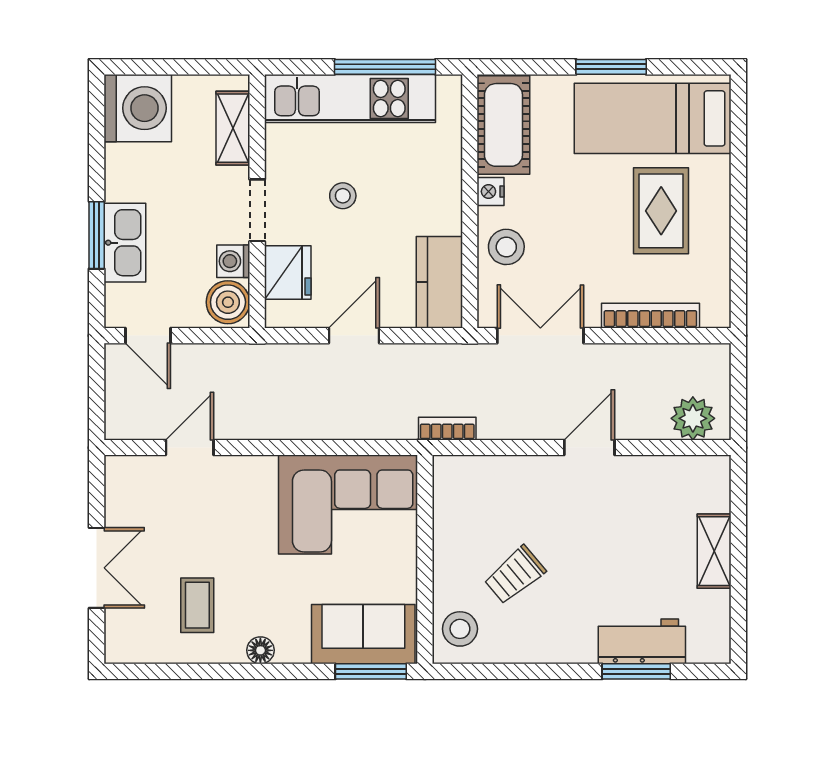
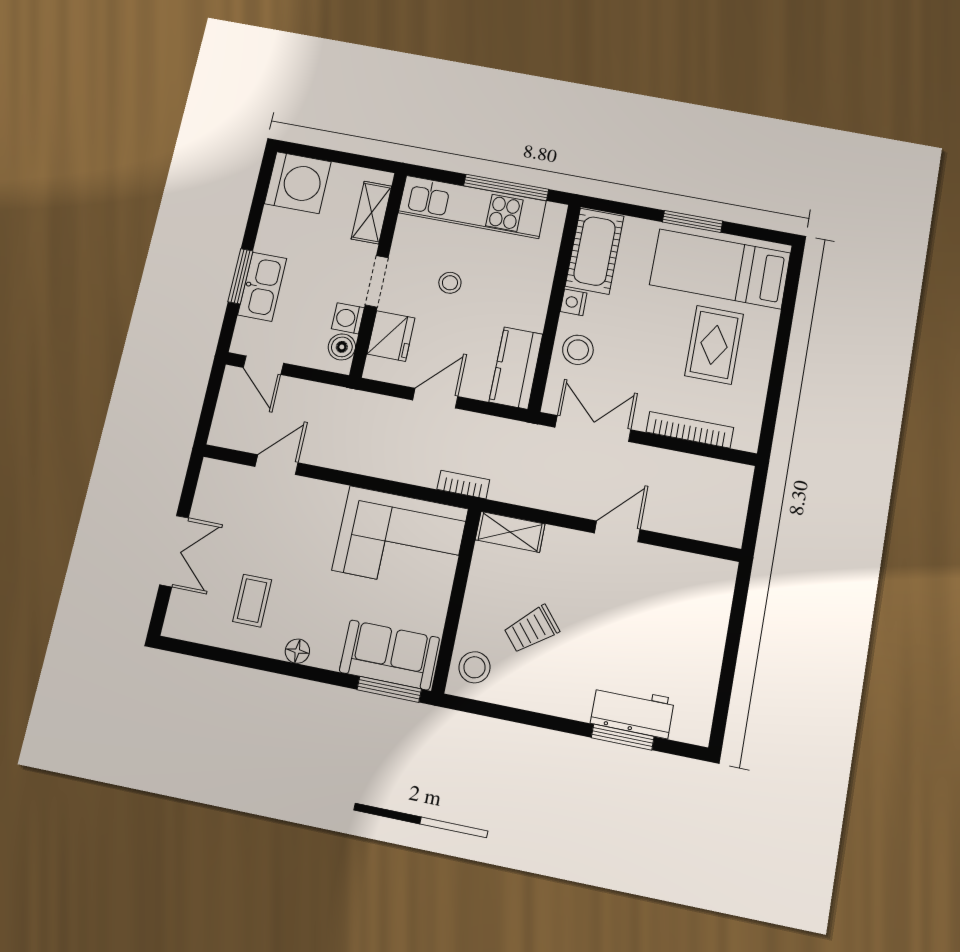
boiler: (228, 302) -> (342, 347), width x0.73, depth x0.73
plant: (693, 418) -> (711, 524), removed
bookcase: (447, 429) -> (463, 485), moved
shelving: (714, 551) -> (510, 532), moved, turned 90

